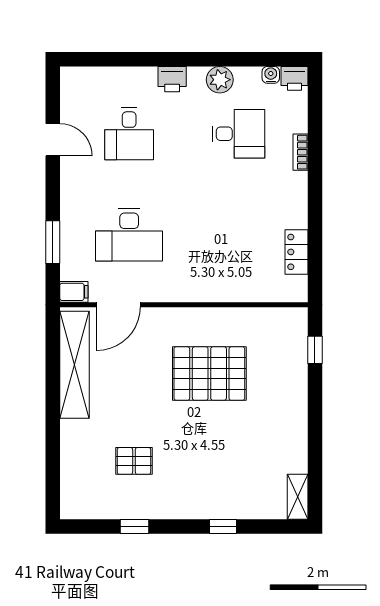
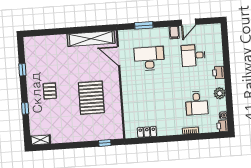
desk: (129, 235) -> (149, 59), turned 90
filing cabinet: (74, 292) -> (174, 33), moved
pallet: (134, 461) -> (50, 91), moved

